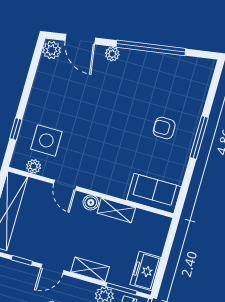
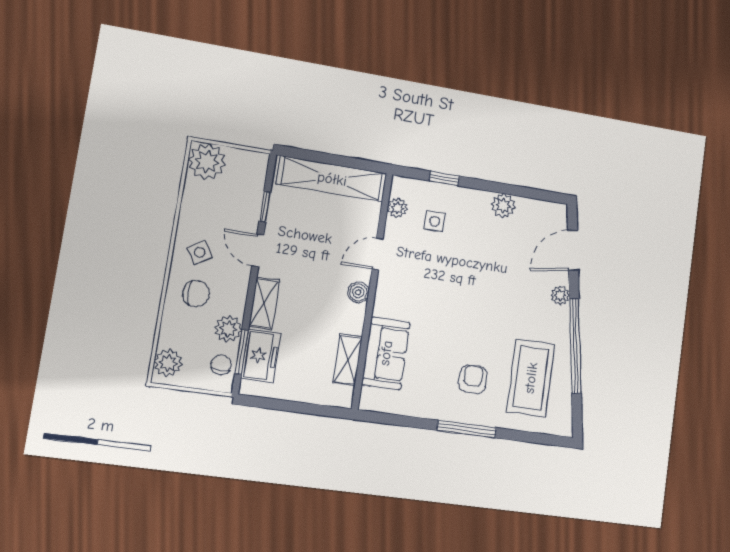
plant: (52, 50) -> (503, 206), moved
coffee table: (169, 85) -> (531, 378), added
side table: (46, 140) -> (435, 221), width x0.54, depth x0.54
sofa: (154, 193) -> (386, 353), moved
shelving: (116, 210) -> (348, 360), moved
freezer: (145, 271) -> (261, 356), moved, turned 90

